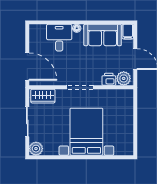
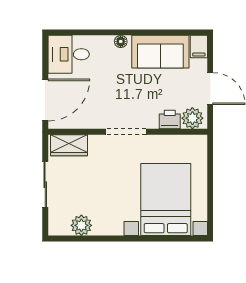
desk: (59, 38) -> (69, 54), moved, turned -90
door: (27, 67) -> (45, 100), hinge flipped
bed with nightstands: (86, 132) -> (166, 200), moved
plant: (36, 149) -> (81, 225), moved

